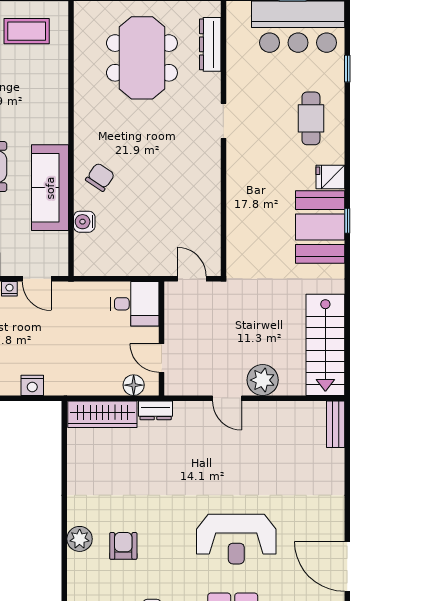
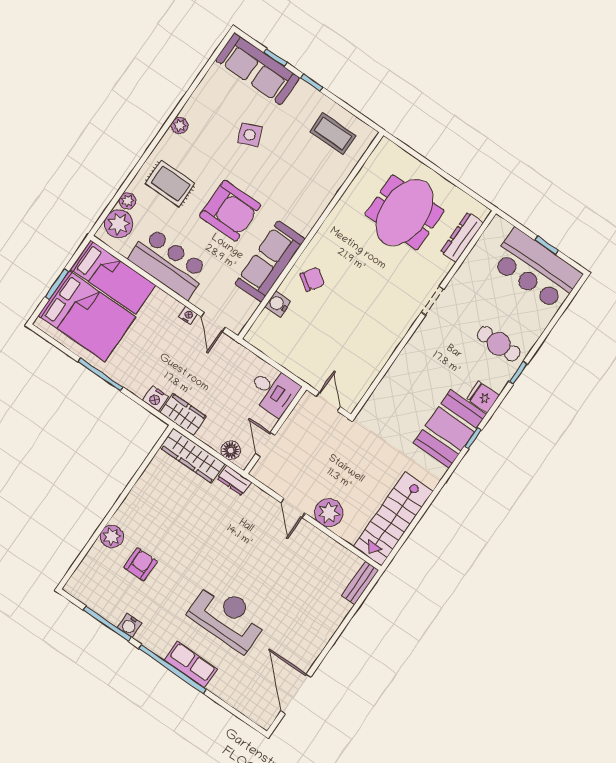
window: (347, 69) -> (518, 373), moved
cafe table: (311, 118) -> (499, 344), turned 90
wardrobe: (68, 382) -> (183, 415), added
reception desk: (236, 539) -> (228, 617), turned 180

